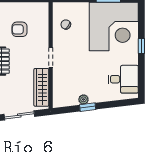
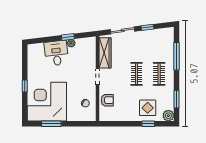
armchair: (20, 29) -> (107, 100), moved
desk: (123, 79) -> (56, 53), moved, turned 83

